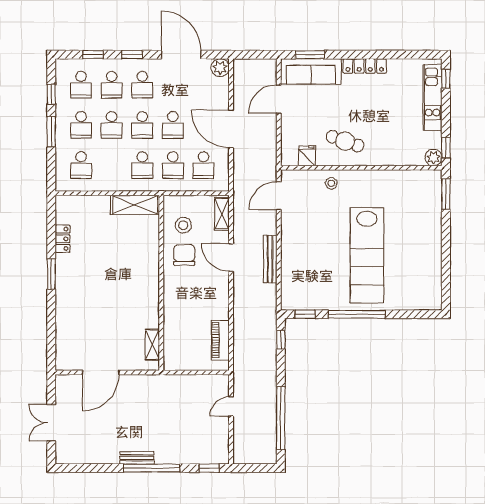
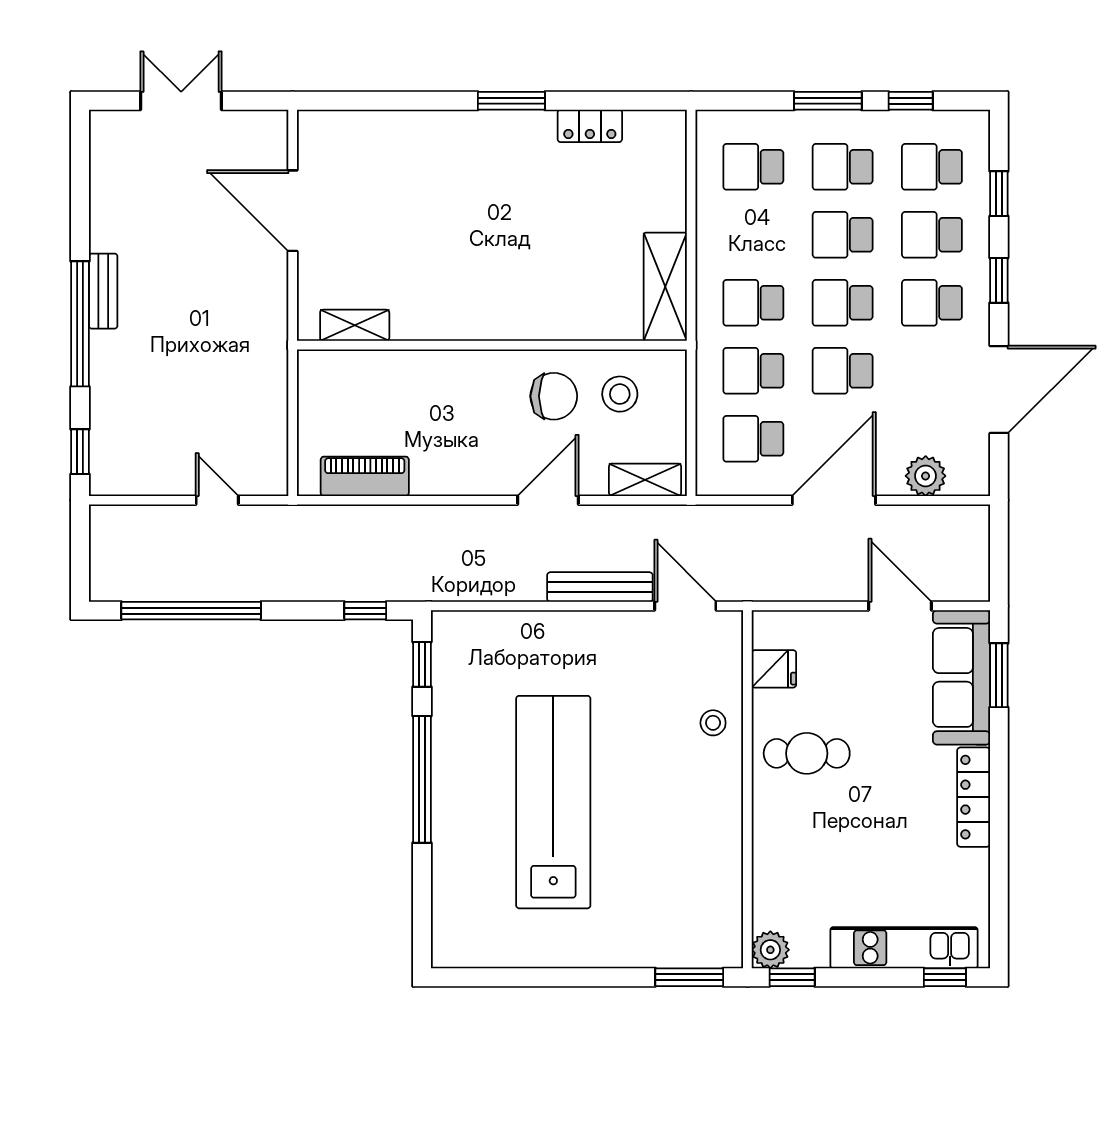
plant: (220, 68) -> (926, 476), moved
cafe table: (345, 141) -> (807, 753), turned 71
lab bench: (367, 255) -> (553, 802), turned 90
bench: (270, 259) -> (600, 587), moved

